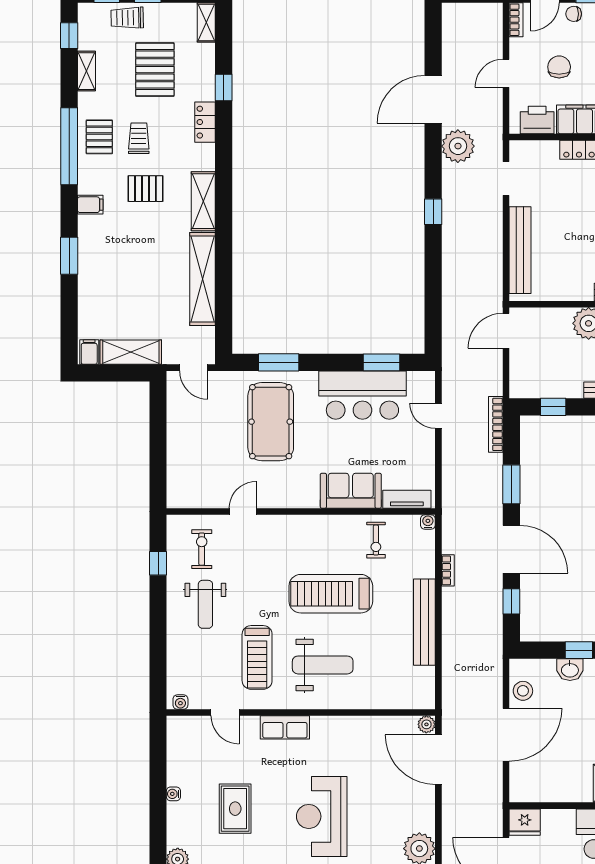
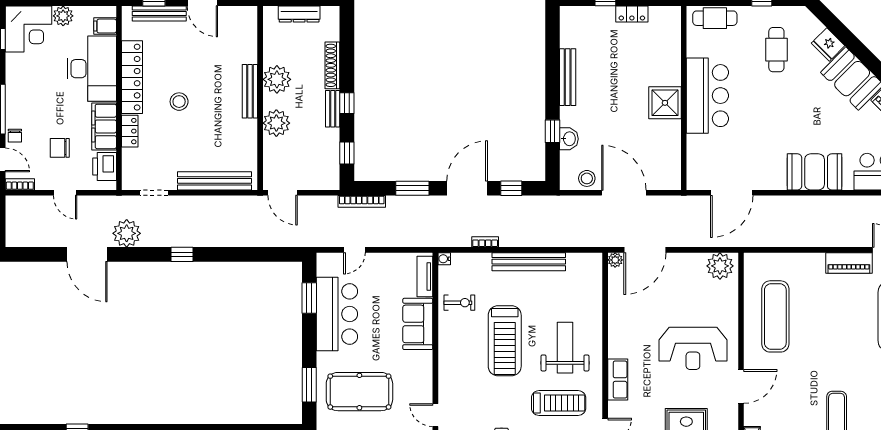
fridge: (525, 822) -> (698, 177), removed

